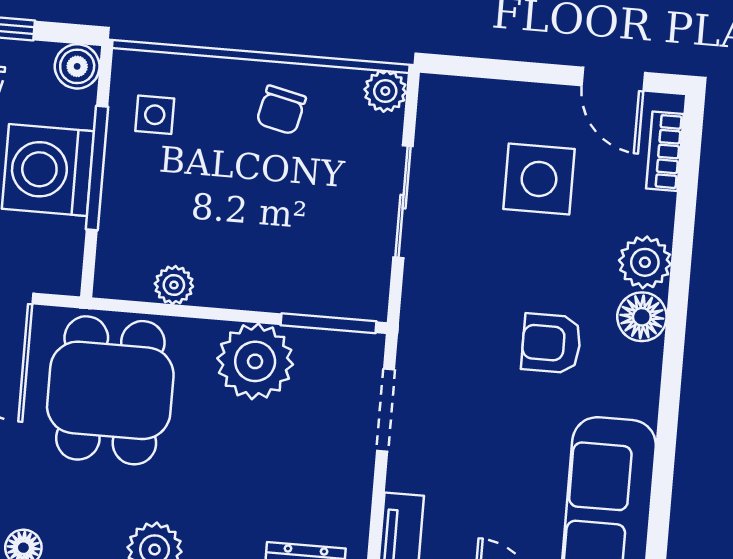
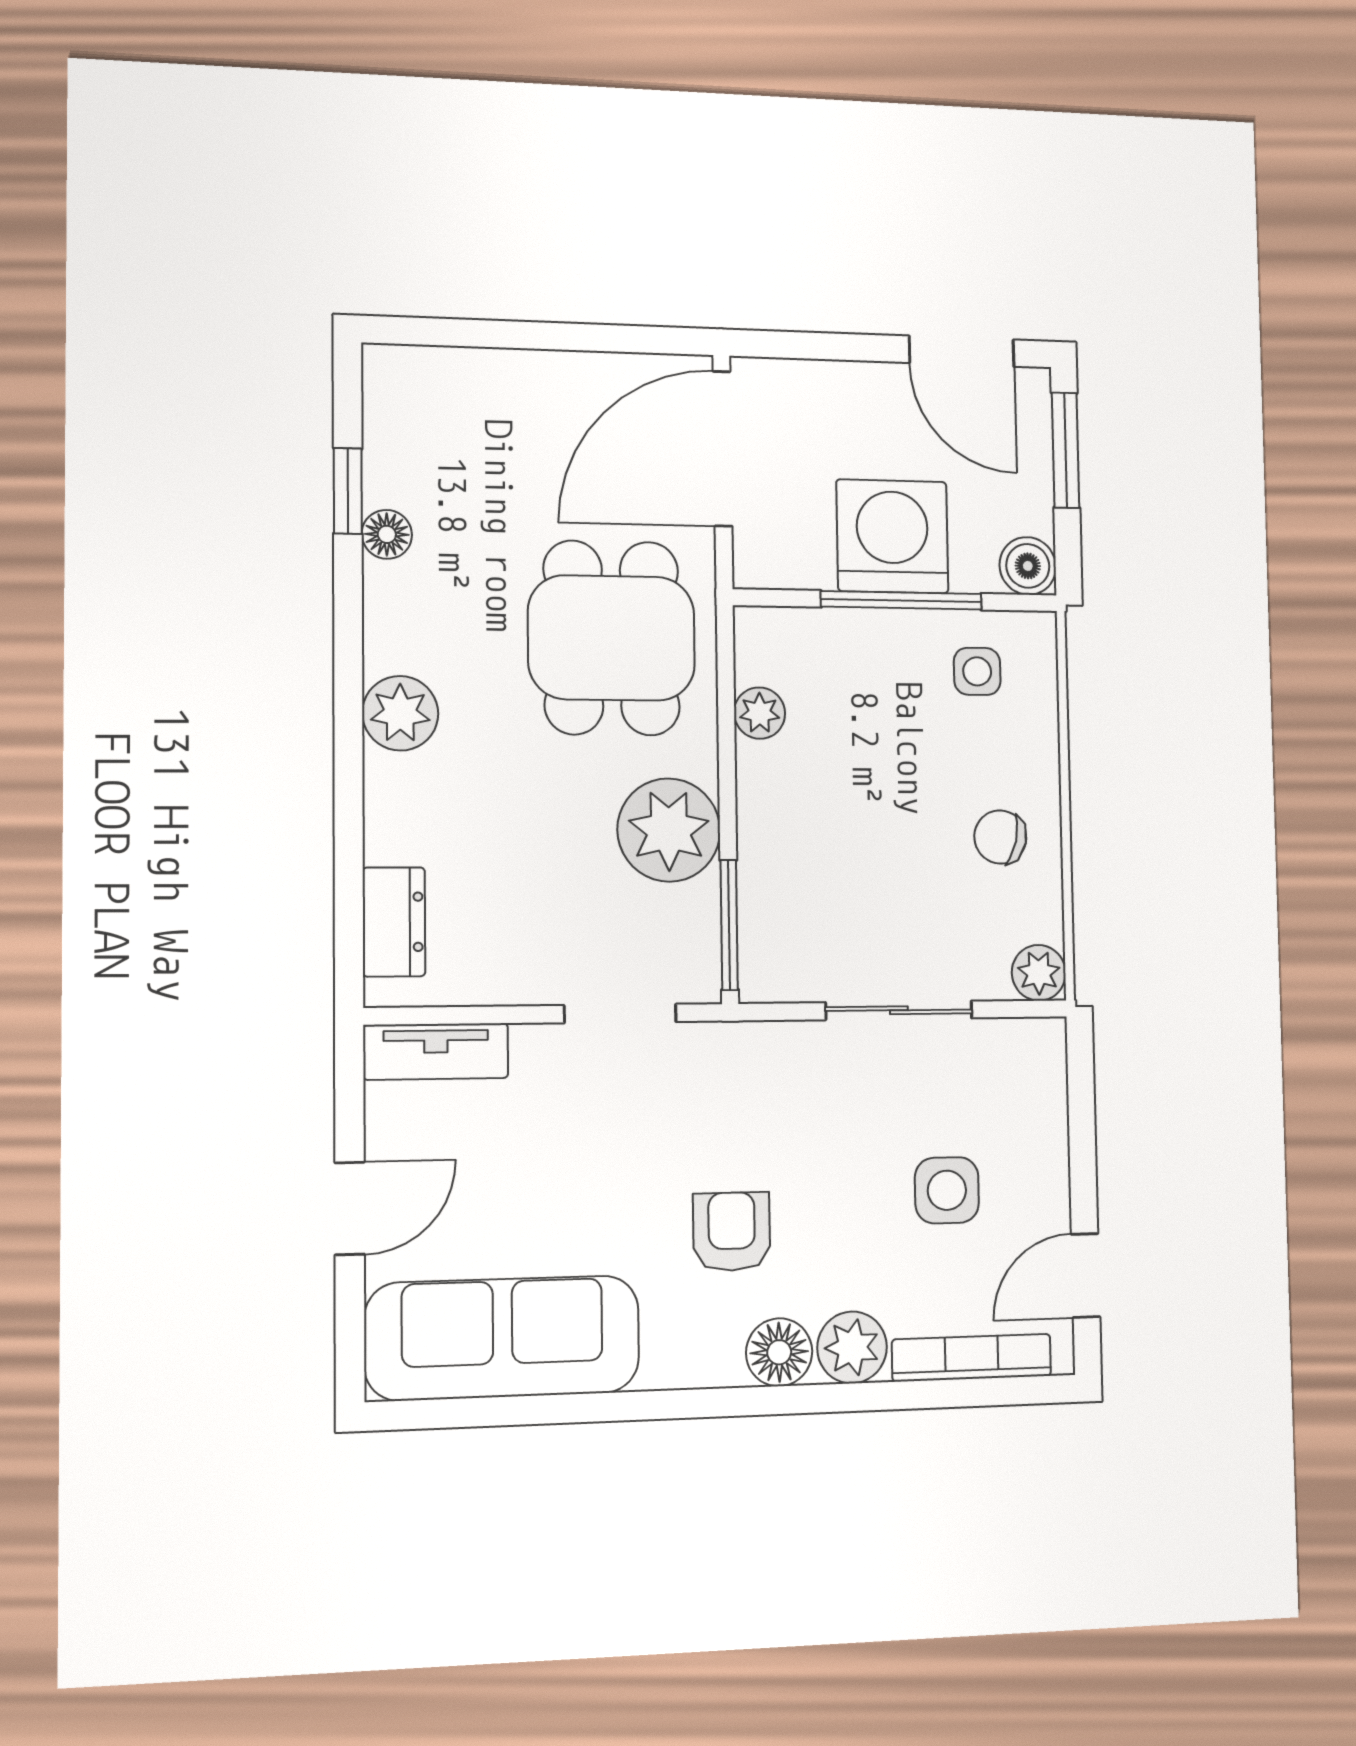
bookcase: (665, 151) -> (972, 1358), width x1.56
side table: (539, 179) -> (947, 1190), width x0.73, depth x0.73
dining table: (110, 390) -> (612, 638), turned 90

